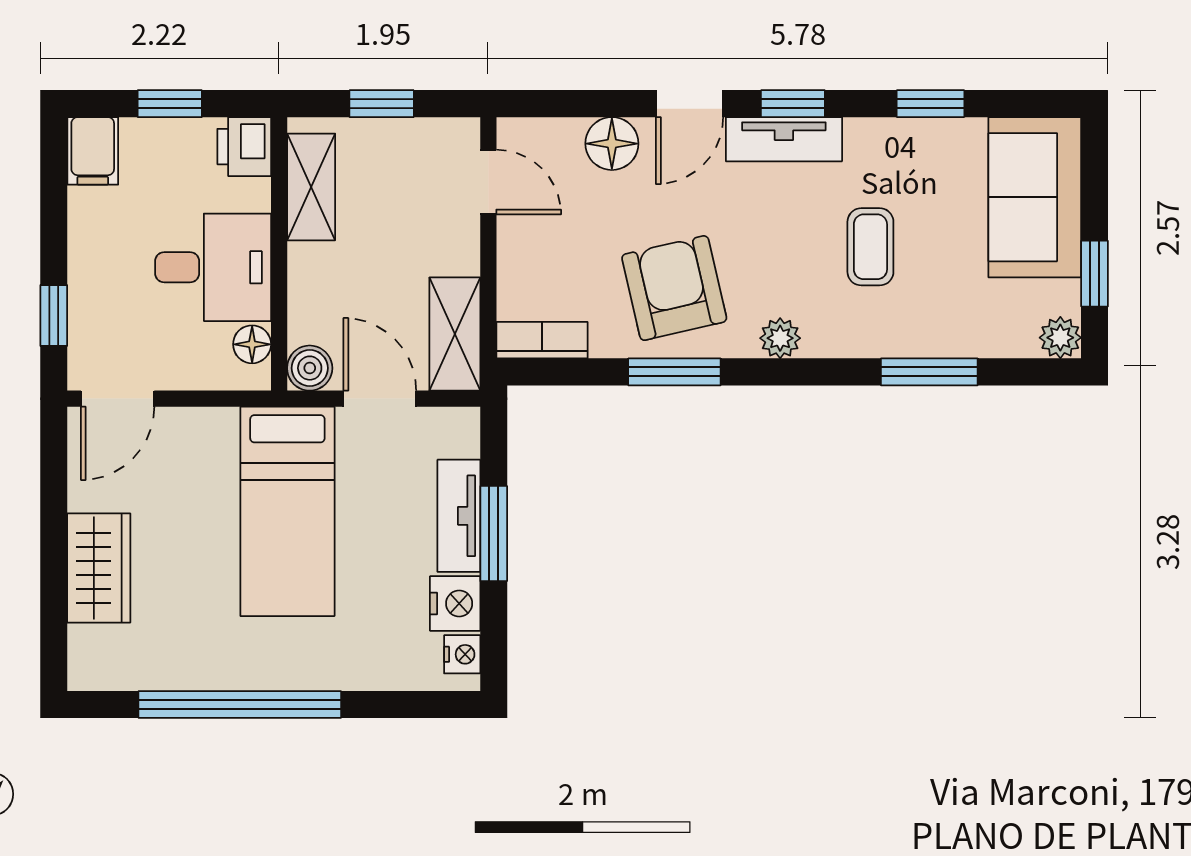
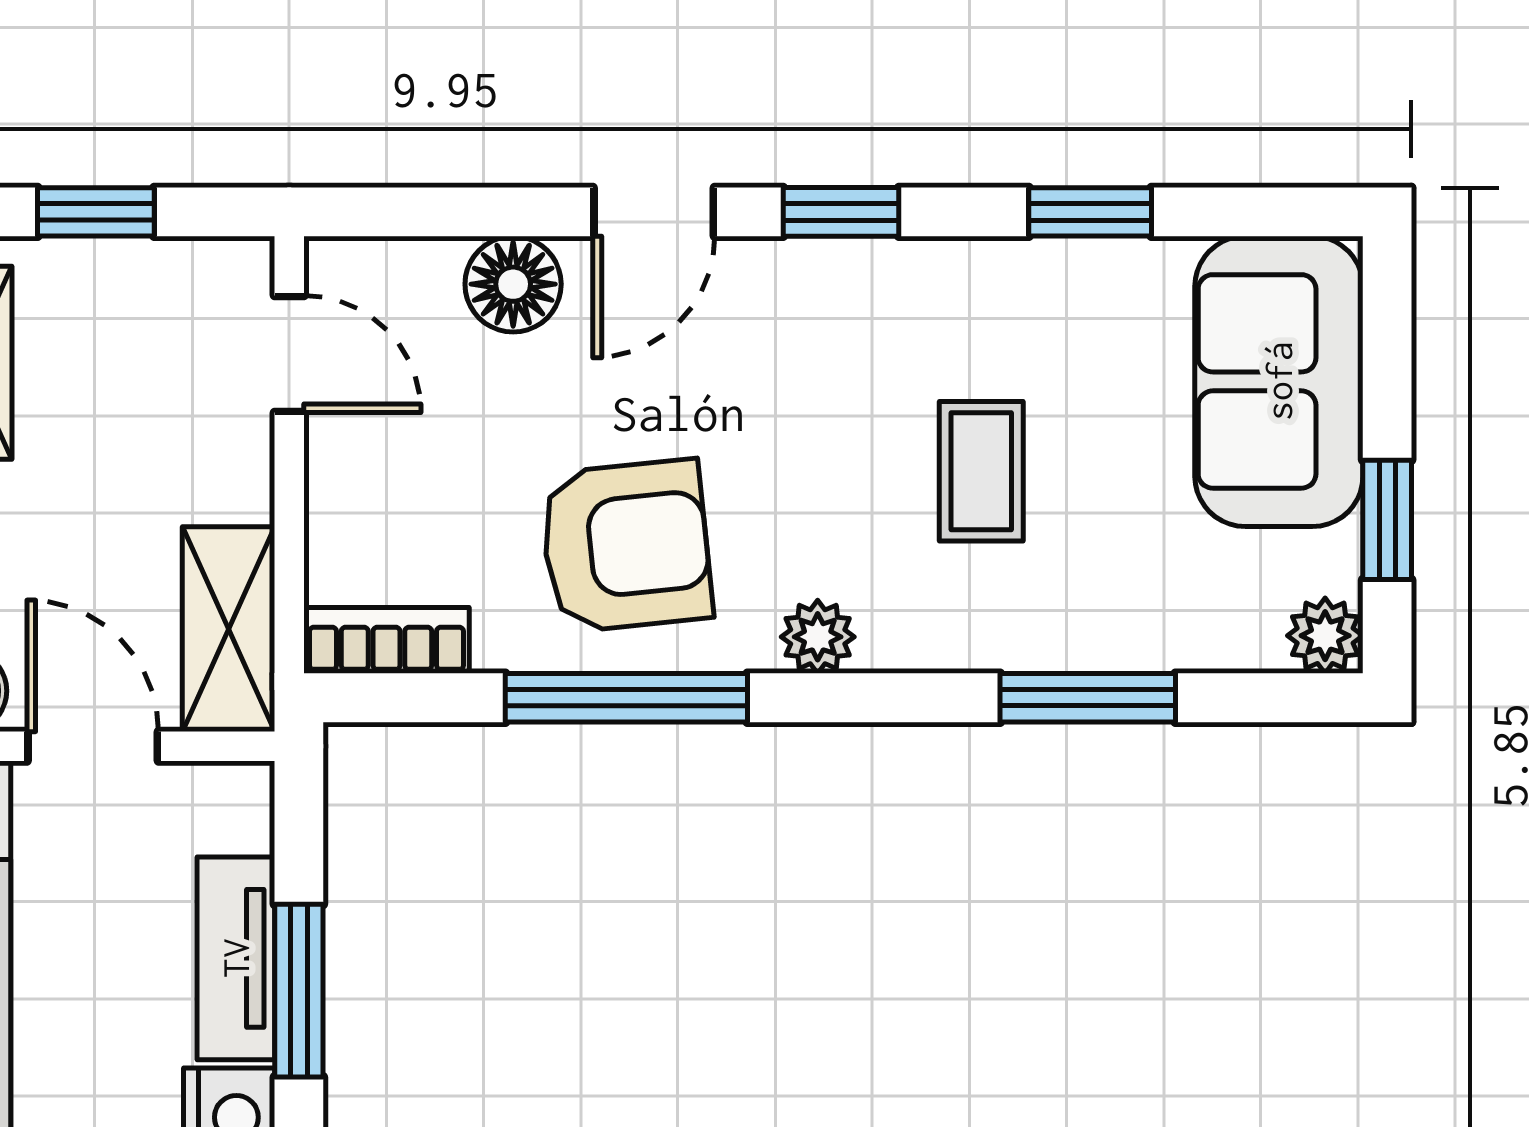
tv unit: (784, 139) -> (825, 276), removed
armchair: (674, 288) -> (626, 546), turned 97
window: (674, 372) -> (626, 698), width x1.44

